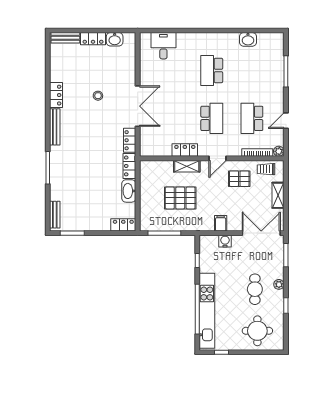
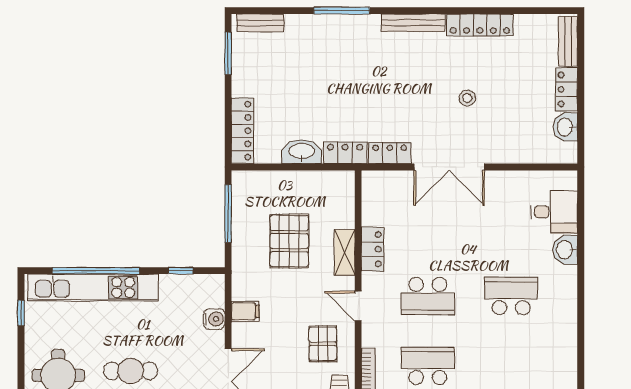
washbasin: (248, 39) -> (565, 250), moved
locker: (56, 95) -> (480, 25), width x1.53
locker: (123, 225) -> (242, 131), width x1.53

